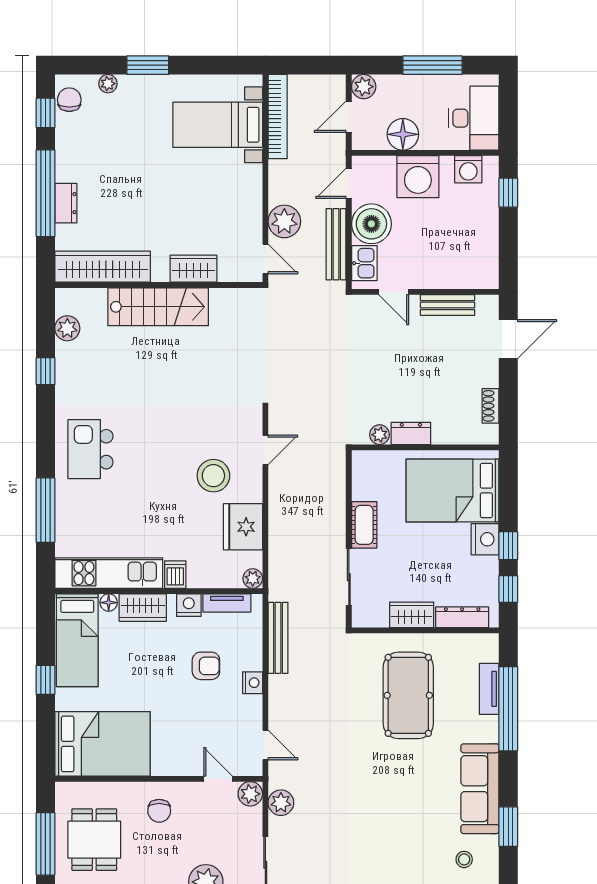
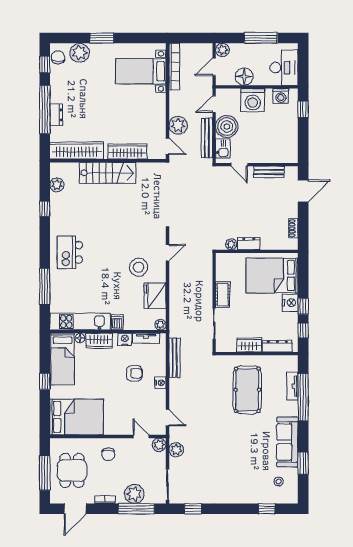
plant: (108, 84) -> (80, 53), width x1.88, depth x1.88
wardrobe: (193, 269) -> (127, 152), width x1.50

